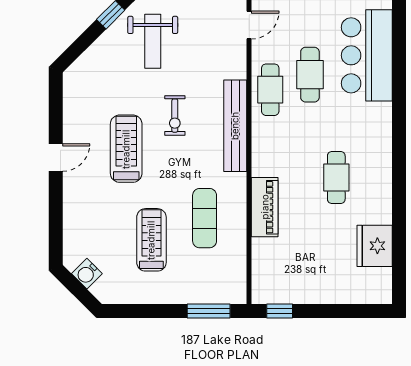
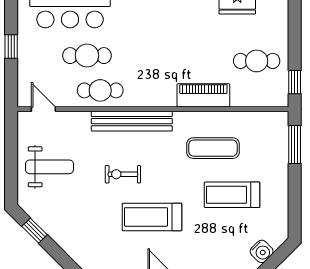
weight bench: (153, 41) -> (49, 167), moved
exercise bike: (175, 116) -> (123, 174), turned 180
cafe table: (336, 178) -> (257, 61), moved

